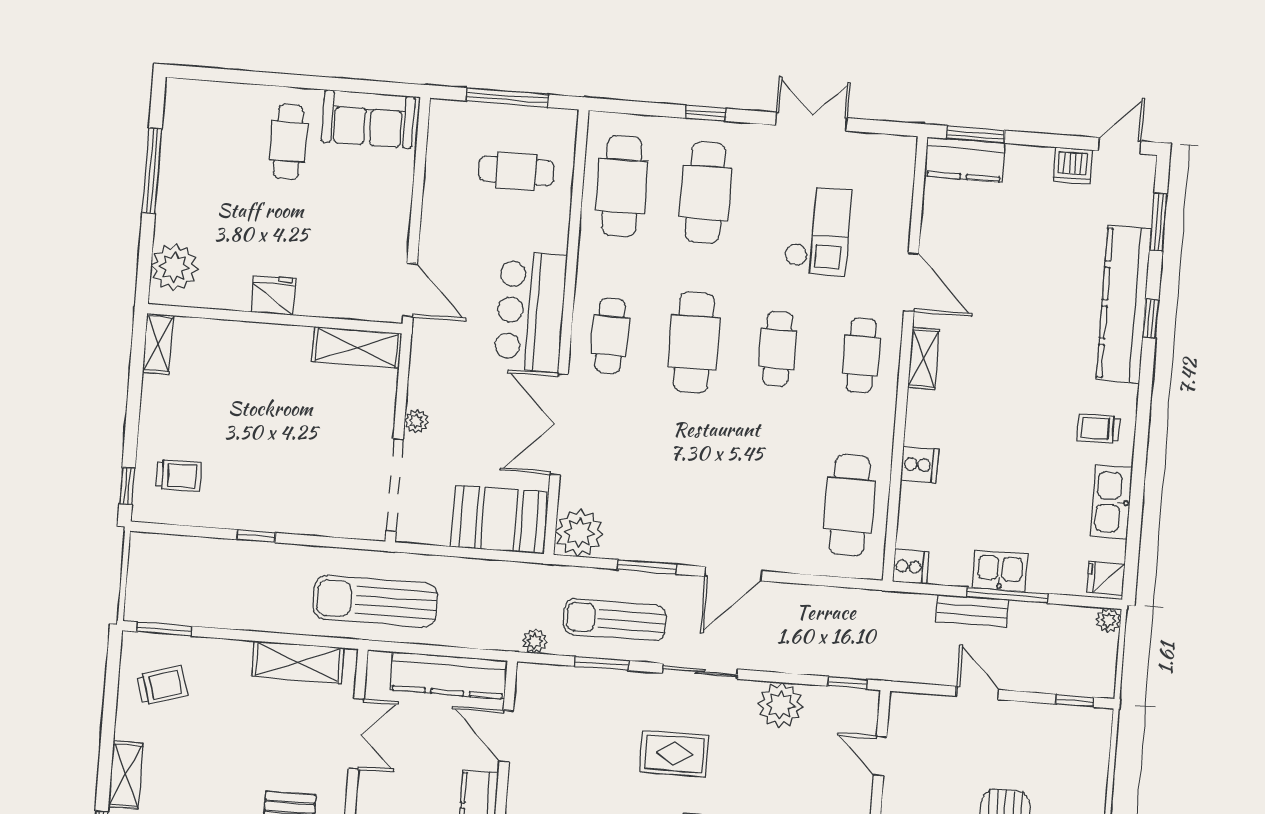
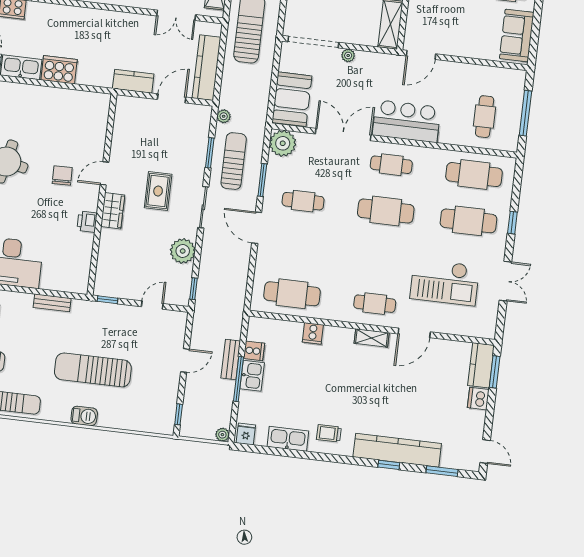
dishwasher: (1073, 166) -> (478, 399), moved
checkout: (818, 231) -> (445, 282), width x1.36, depth x1.21
cafe table: (778, 349) -> (303, 201), moved
trolley: (1098, 429) -> (329, 433), turned -90
cooker: (911, 567) -> (254, 351), moved, turned -90

